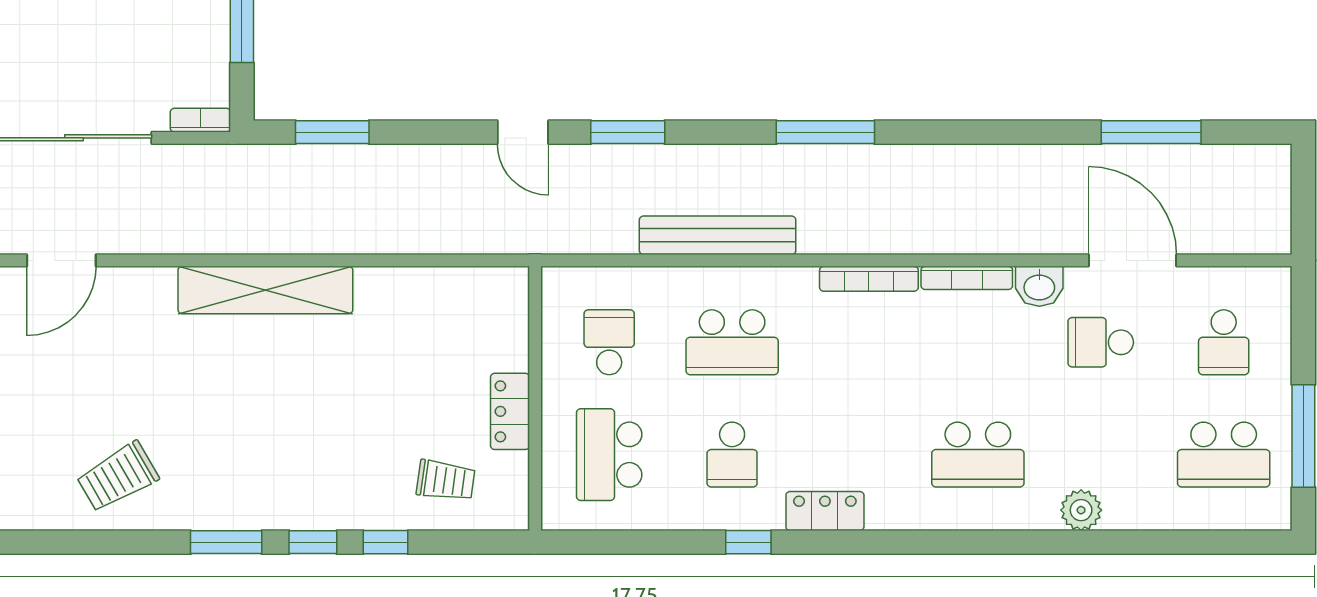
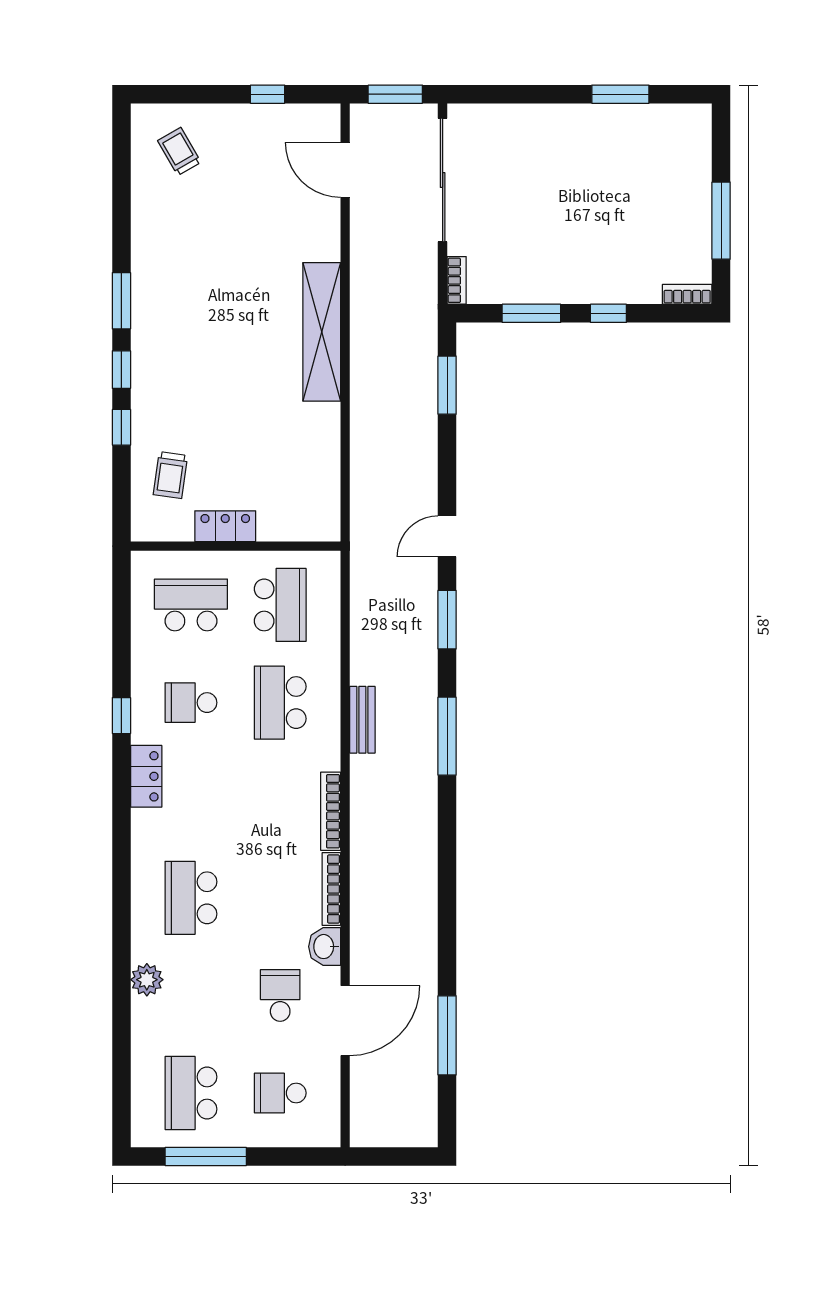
window: (825, 132) -> (447, 736), moved
bench: (718, 235) -> (362, 720), width x0.54, depth x0.82
school desk: (609, 342) -> (280, 605), width x1.85
trolley: (118, 477) -> (179, 151), moved, width x0.73, depth x0.72

